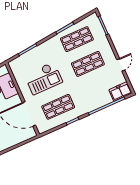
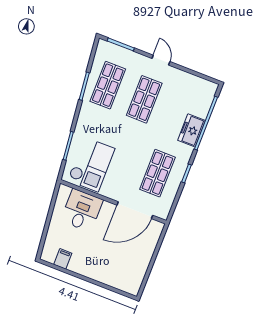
door: (121, 65) -> (161, 60), moved
checkout: (43, 78) -> (91, 164), moved
freezer: (120, 91) -> (191, 130), moved

